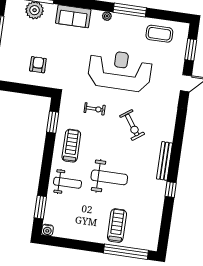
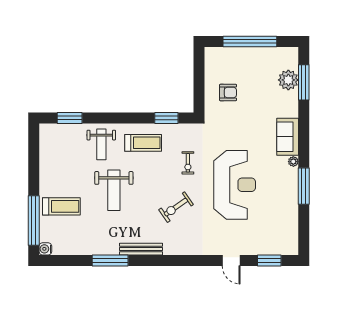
sofa: (73, 16) -> (288, 137), moved
coffee table: (159, 34) -> (282, 223), removed
window: (171, 190) -> (110, 260), width x2.17
water cooler: (47, 230) -> (45, 249), moved

